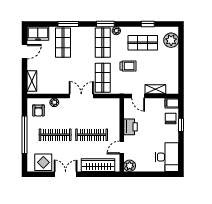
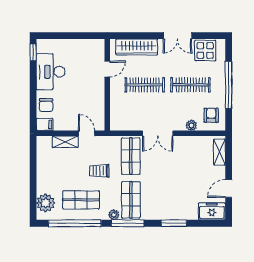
window: (105, 24) -> (128, 223), width x1.44
window: (148, 24) -> (75, 223), width x3.17
shop shelf: (63, 43) -> (181, 200), removed
window: (181, 125) -> (33, 52), moved
printer: (130, 127) -> (96, 95), removed
desk: (167, 157) -> (51, 72), moved
plant: (130, 166) -> (97, 46), removed

